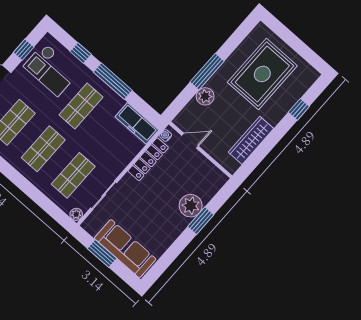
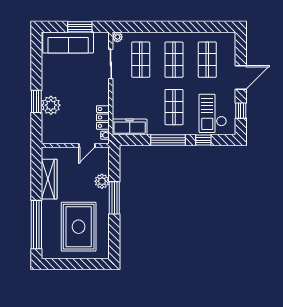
checkout: (51, 69) -> (213, 113), turned -90
window: (299, 109) -> (36, 225), width x3.17
locker: (148, 159) -> (103, 117), width x0.66

